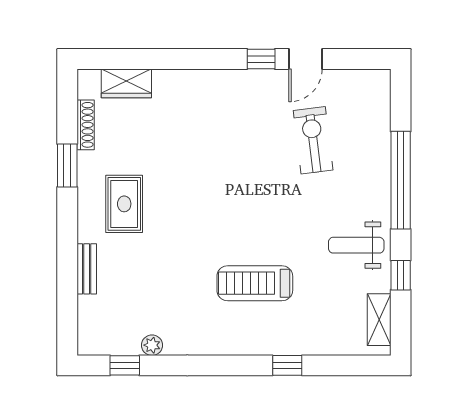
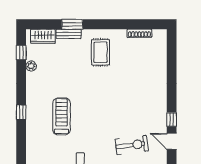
wardrobe: (126, 83) -> (43, 36), moved, turned -90
window: (67, 165) -> (72, 24), moved
rug: (124, 204) -> (100, 52), turned 90
window: (287, 365) -> (21, 112), moved

